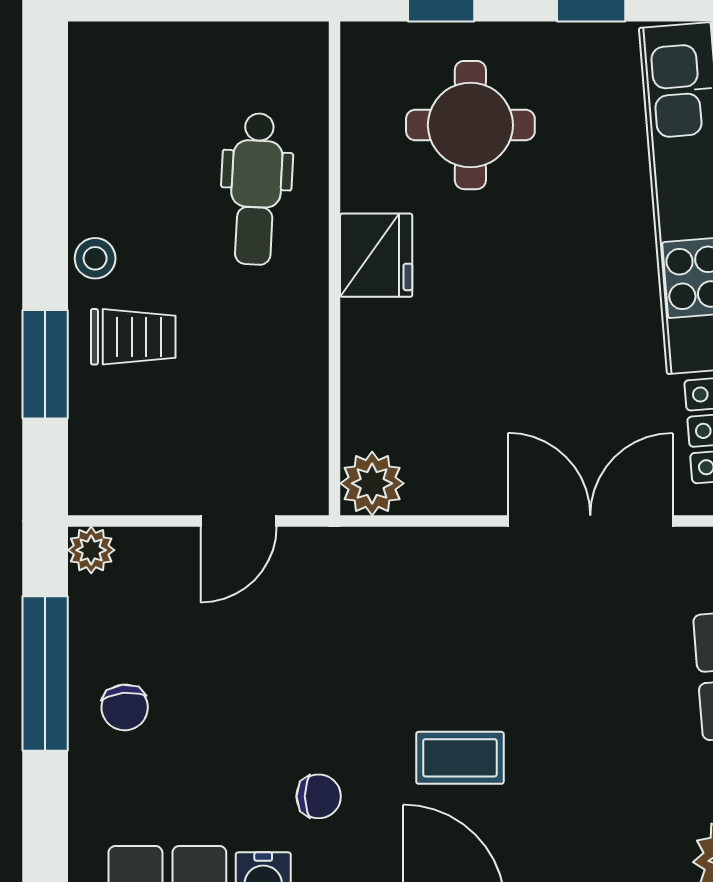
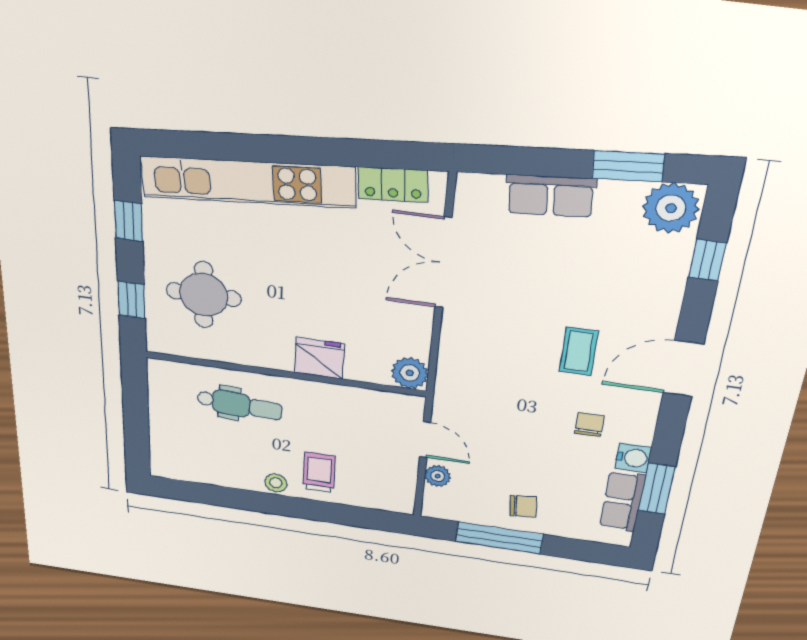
fridge: (376, 255) -> (319, 358), moved
window: (45, 364) -> (332, 513), removed
plant: (91, 550) -> (438, 476), moved

